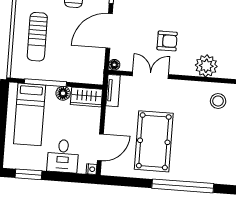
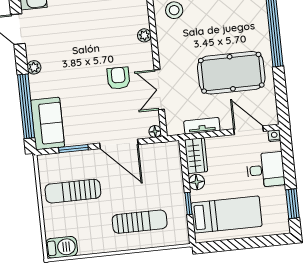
plant: (206, 66) -> (144, 35), width x0.53, depth x0.53
window: (45, 83) -> (188, 203), width x0.46
tv unit: (113, 91) -> (202, 126), moved

